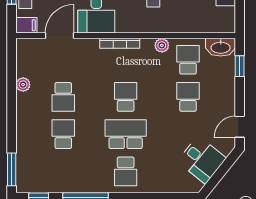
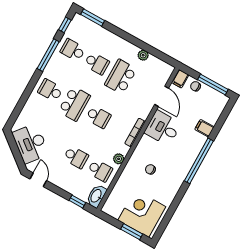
school desk: (63, 97) -> (121, 77), width x1.85
desk: (202, 160) -> (31, 143), width x1.37
school desk: (63, 171) -> (73, 50), added

